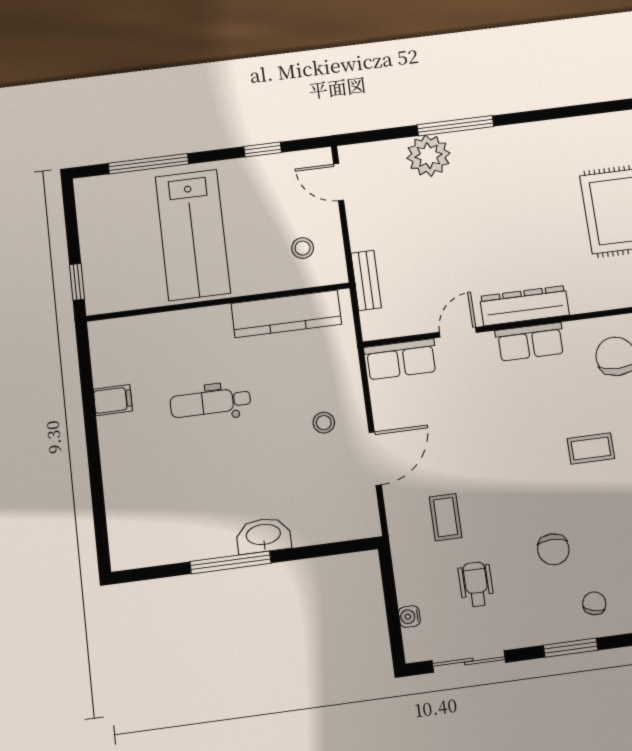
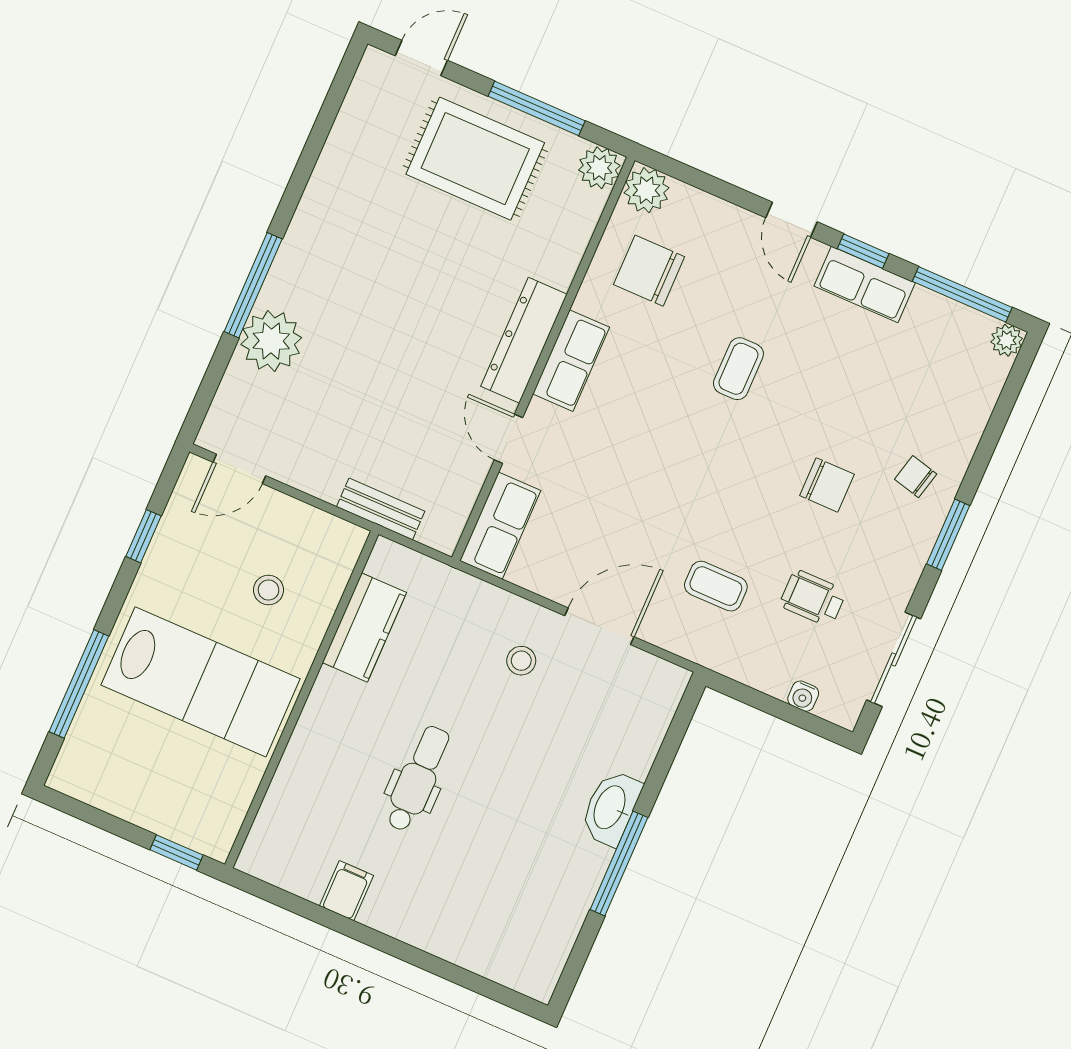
stool: (303, 248) -> (268, 590), moved
kitchen counter: (286, 314) -> (364, 628), width x0.67
dental chair: (210, 402) -> (418, 779), turned 180
door: (375, 459) -> (599, 626), hinge flipped

